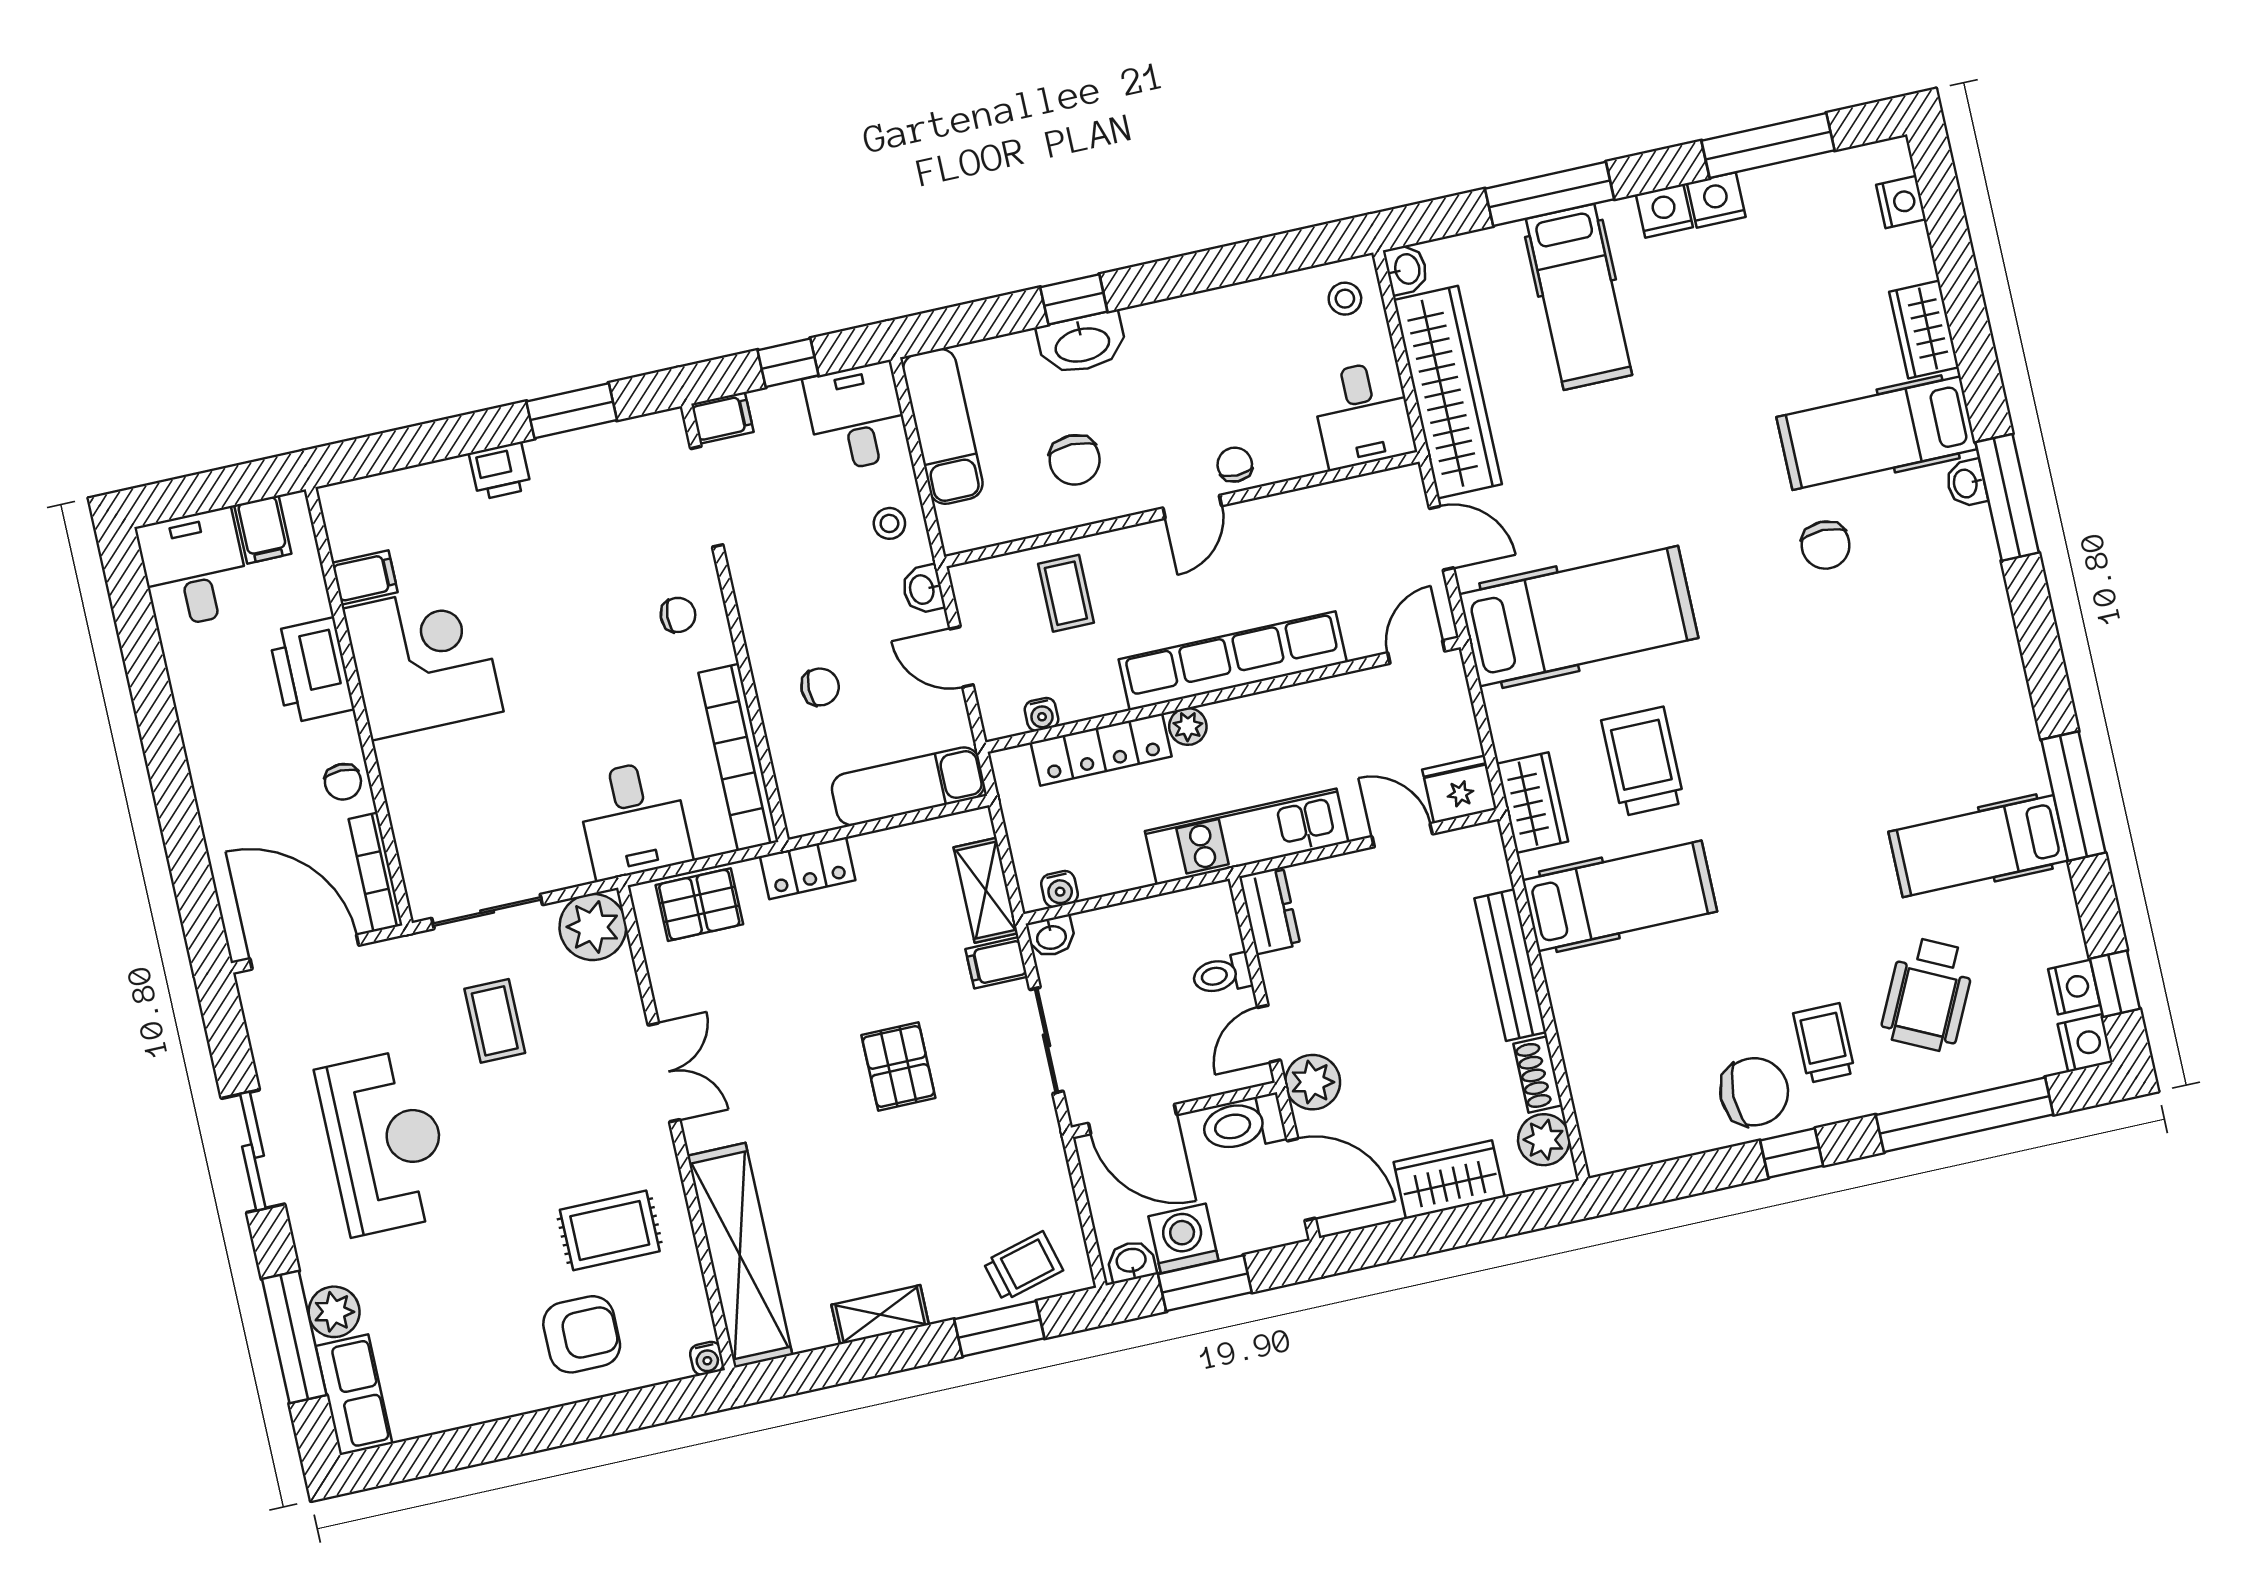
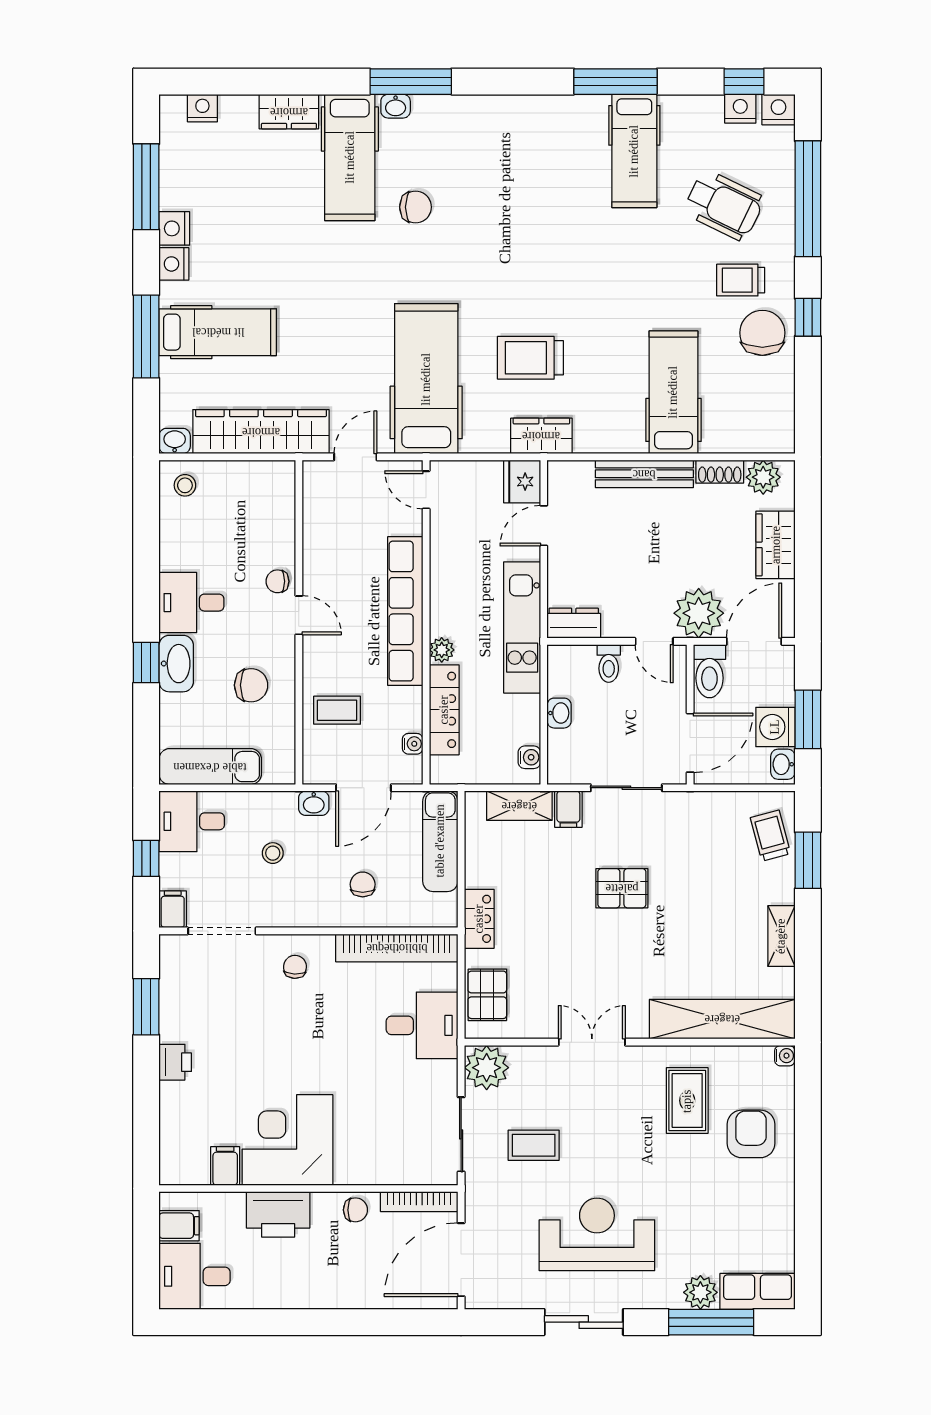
desk: (1363, 414) -> (191, 603), moved, turned 180
stool: (889, 523) -> (273, 853), moved
door: (961, 657) -> (363, 788), width x1.38
hospital bed: (1620, 896) -> (673, 392), moved
washbasin: (1051, 936) -> (559, 713), moved
plant: (1313, 1082) -> (699, 613), width x1.36, depth x1.36

